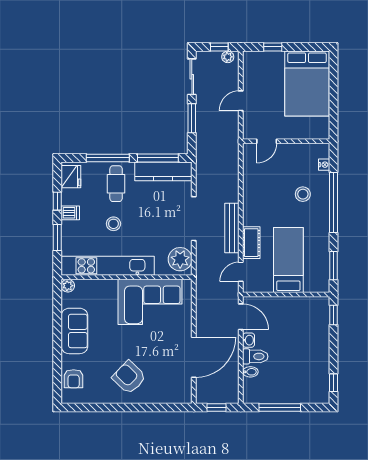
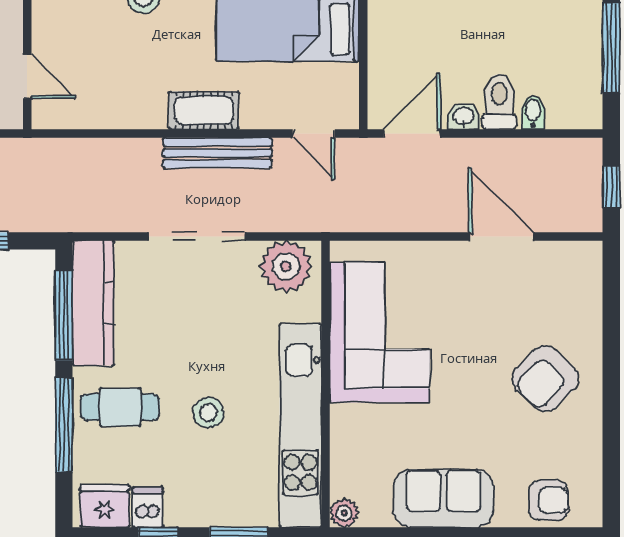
dishwasher: (70, 213) -> (147, 507), moved
cot: (251, 243) -> (204, 110), moved
door: (194, 357) -> (501, 236), width x0.73

